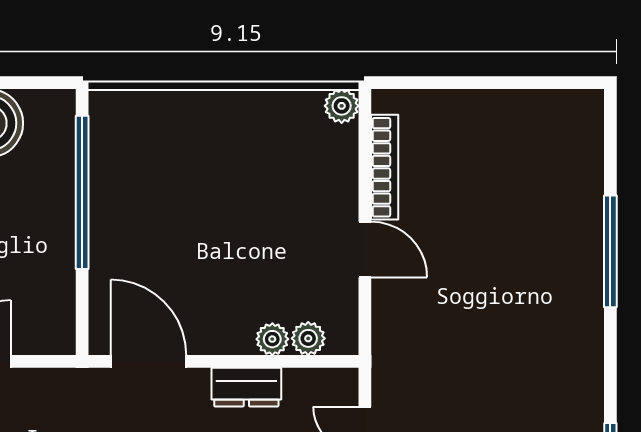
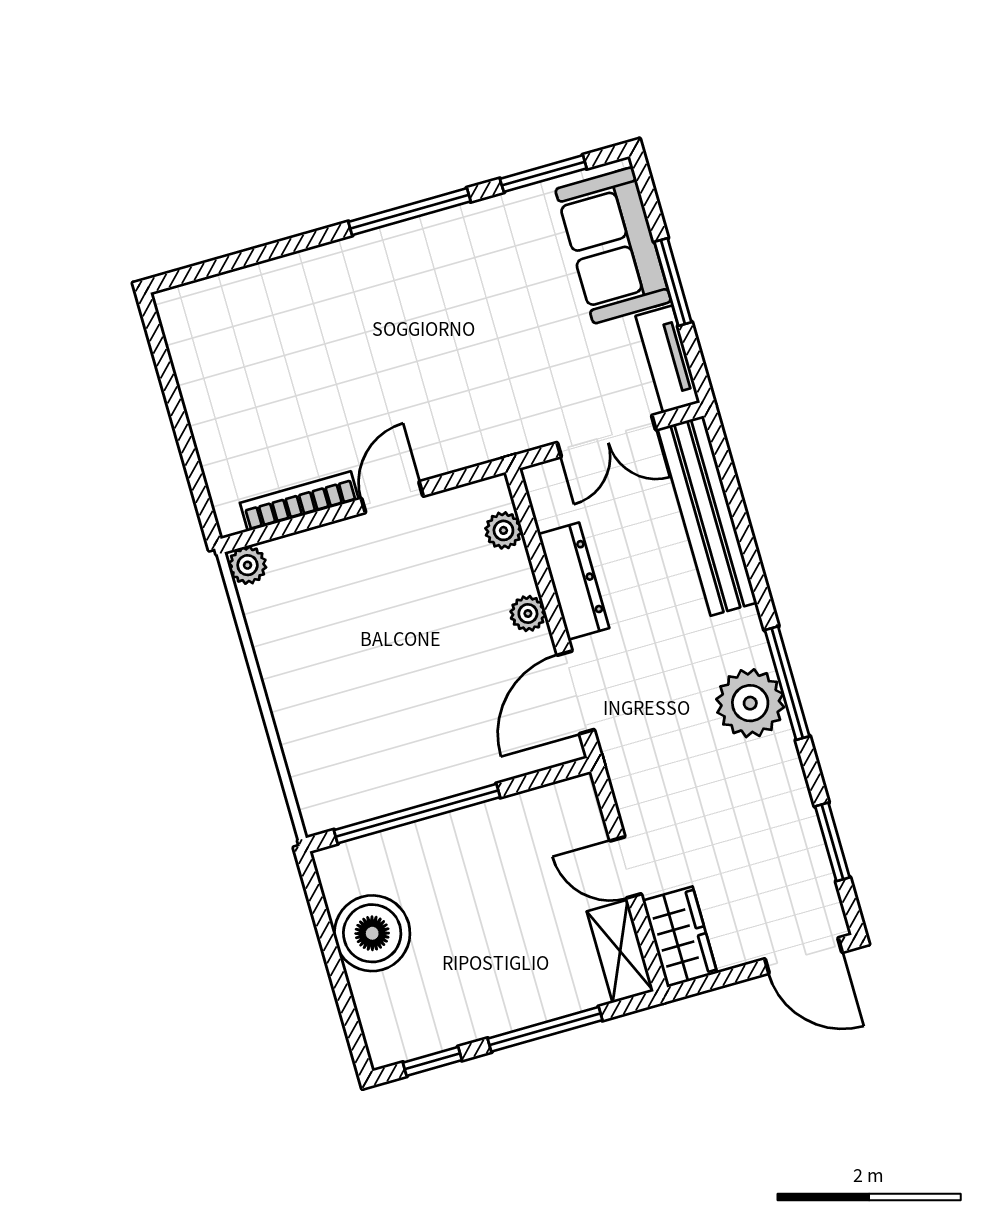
window: (610, 251) -> (409, 212), moved
plant: (272, 339) -> (528, 613), moved
dresser: (246, 387) -> (574, 581), width x1.44

